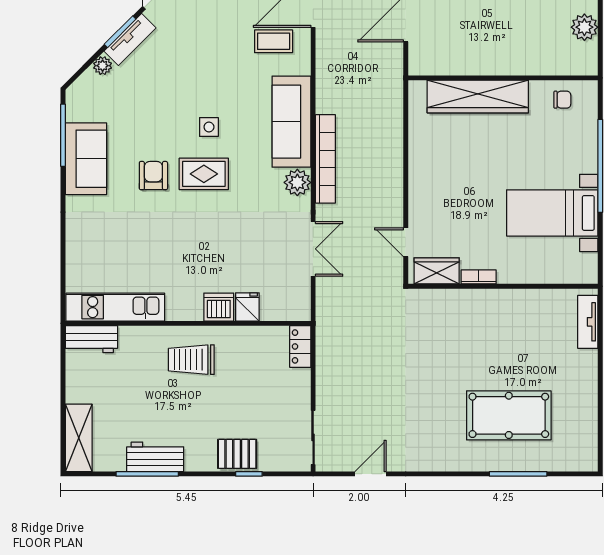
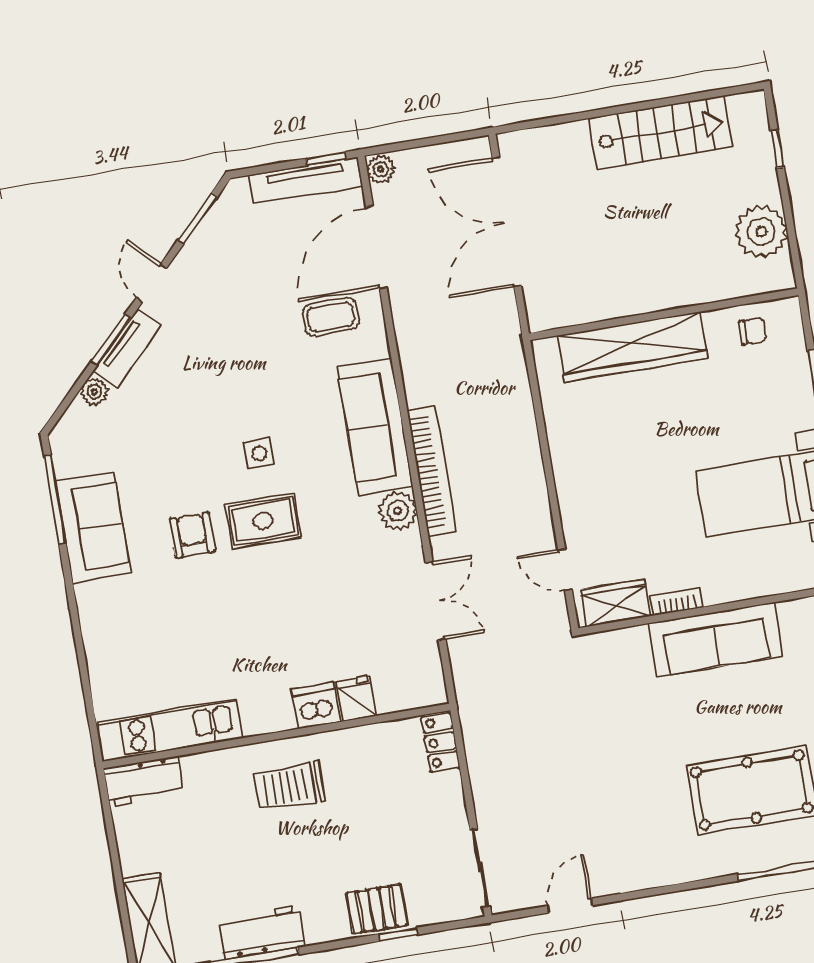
plant: (584, 27) -> (761, 231), width x1.36, depth x1.36
sofa: (501, 308) -> (716, 639), added

